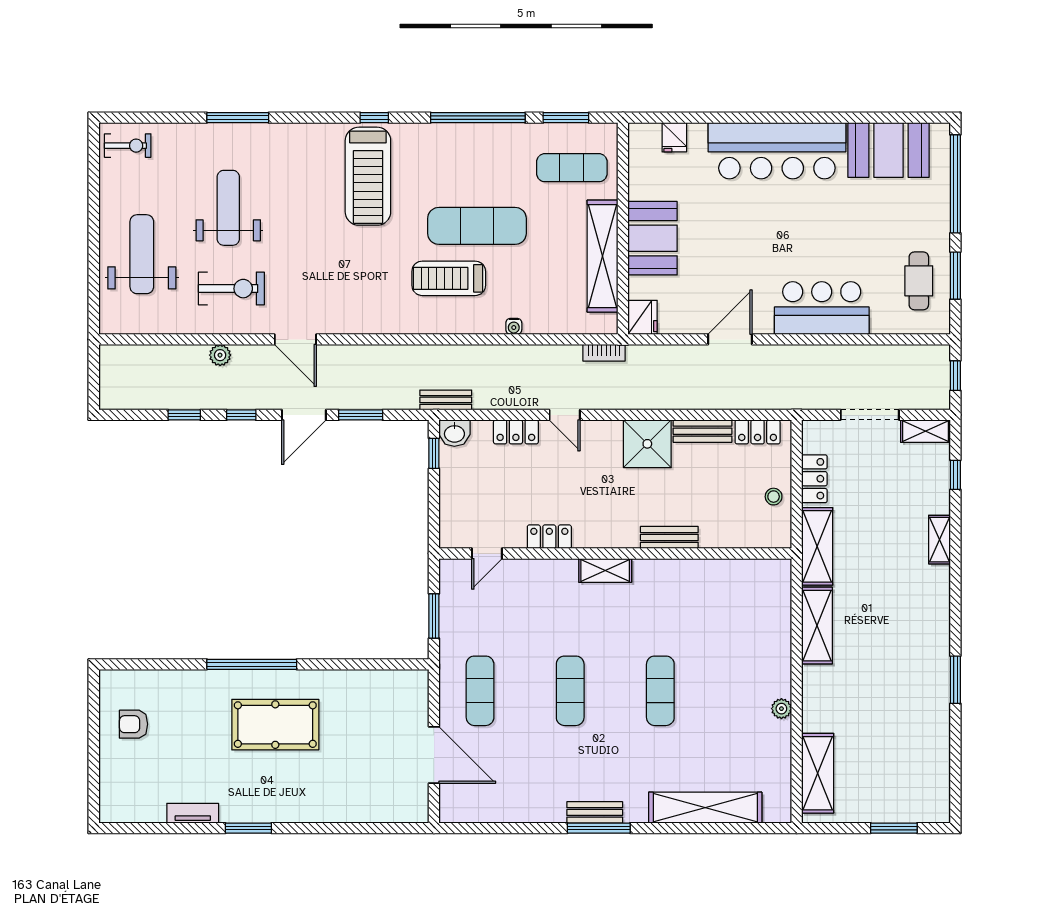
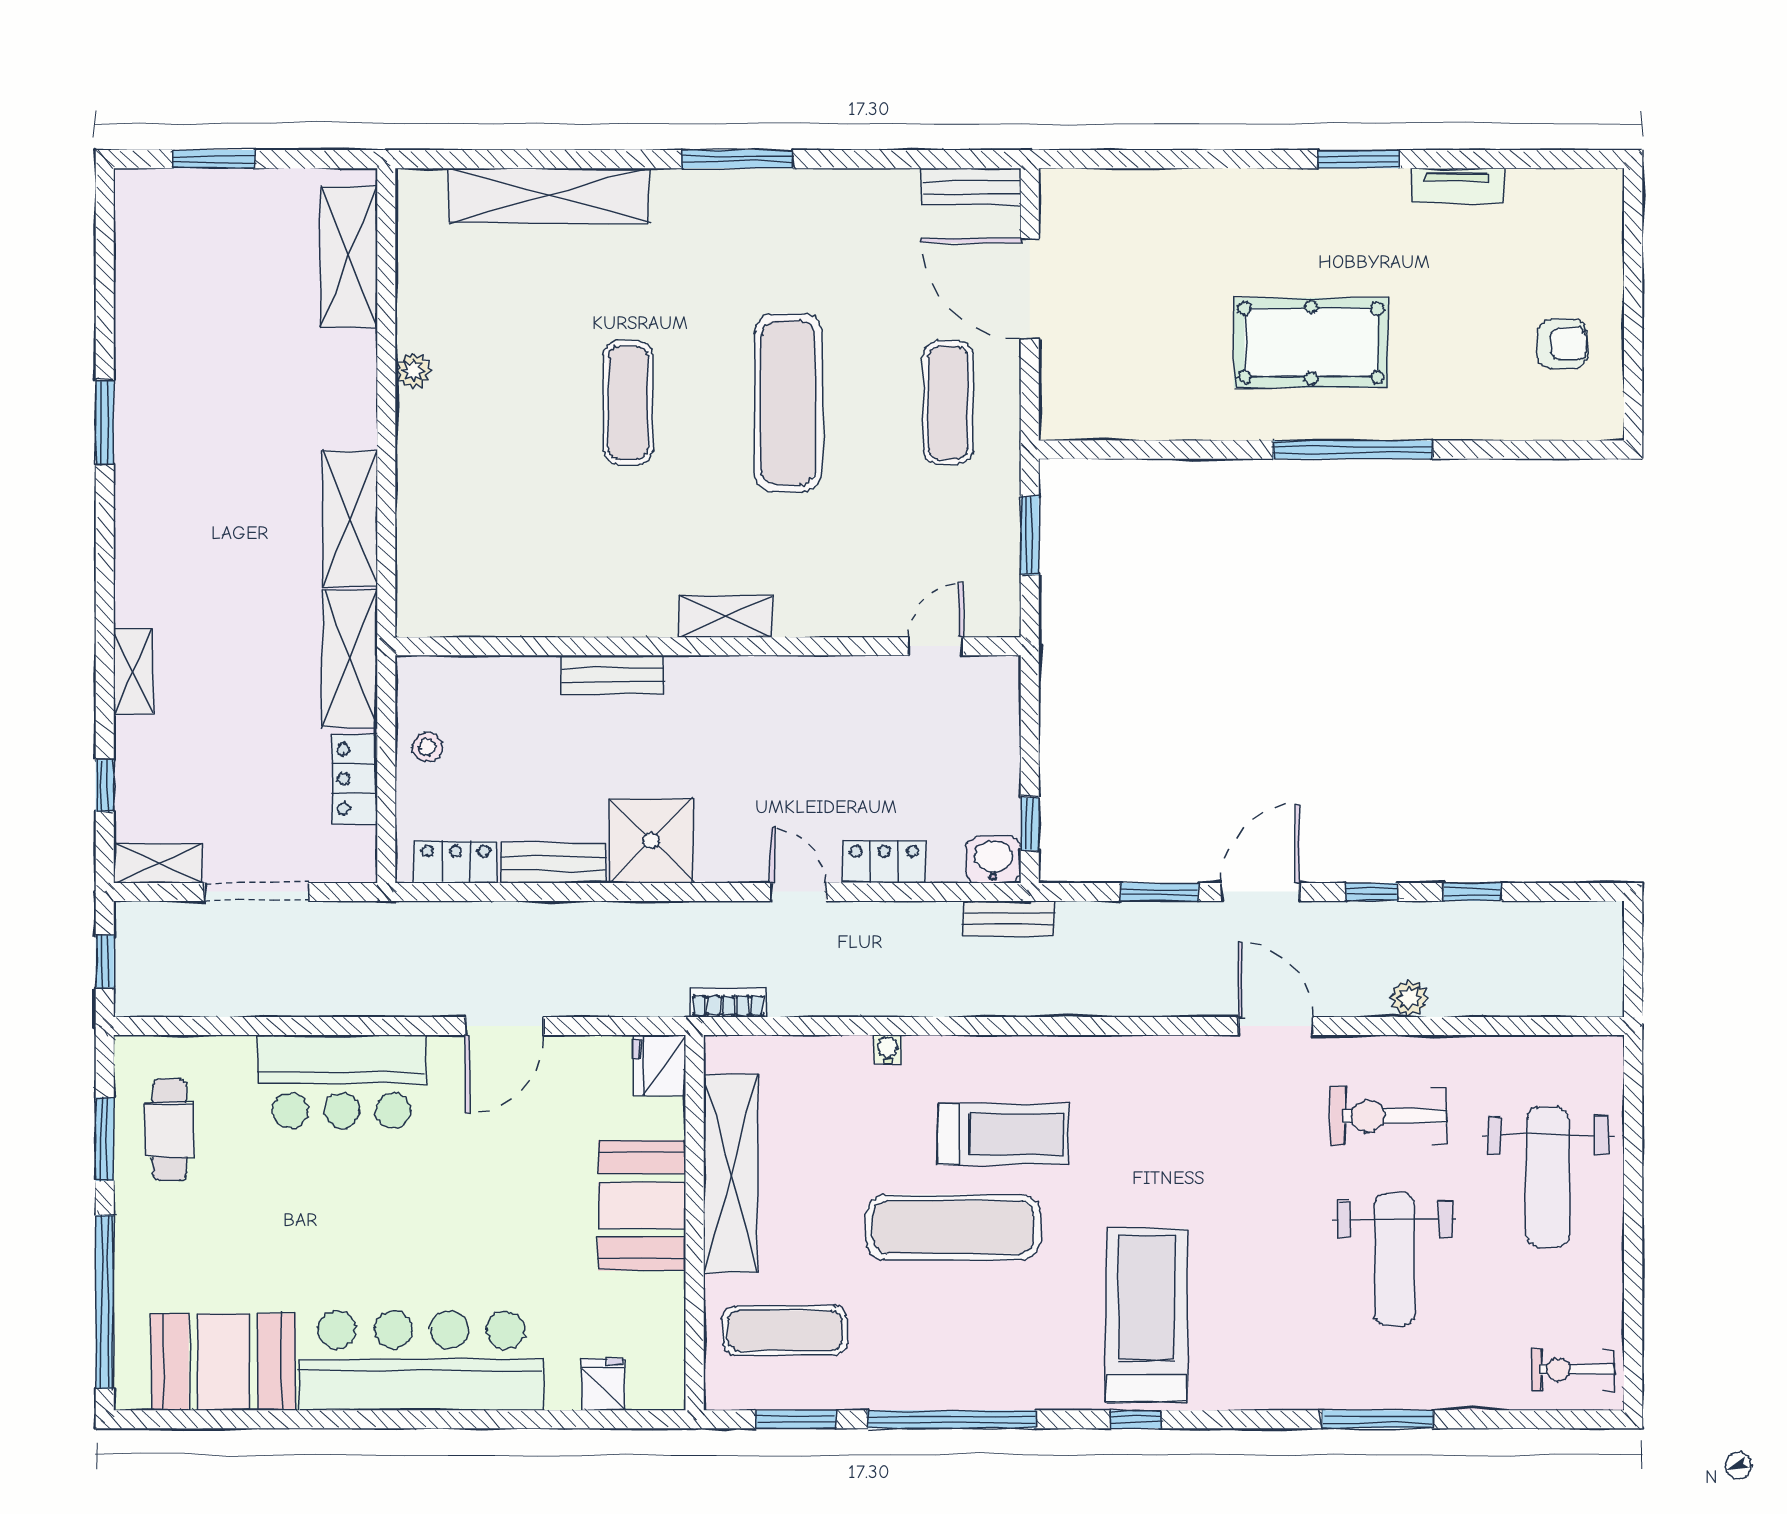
locker: (549, 537) -> (825, 676), removed
exercise mat: (570, 691) -> (788, 403), width x1.36, depth x1.45
bench: (595, 812) -> (971, 187), moved

